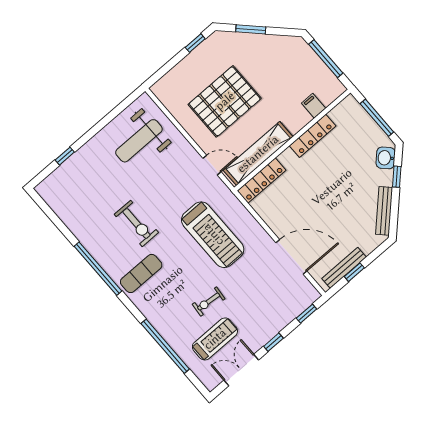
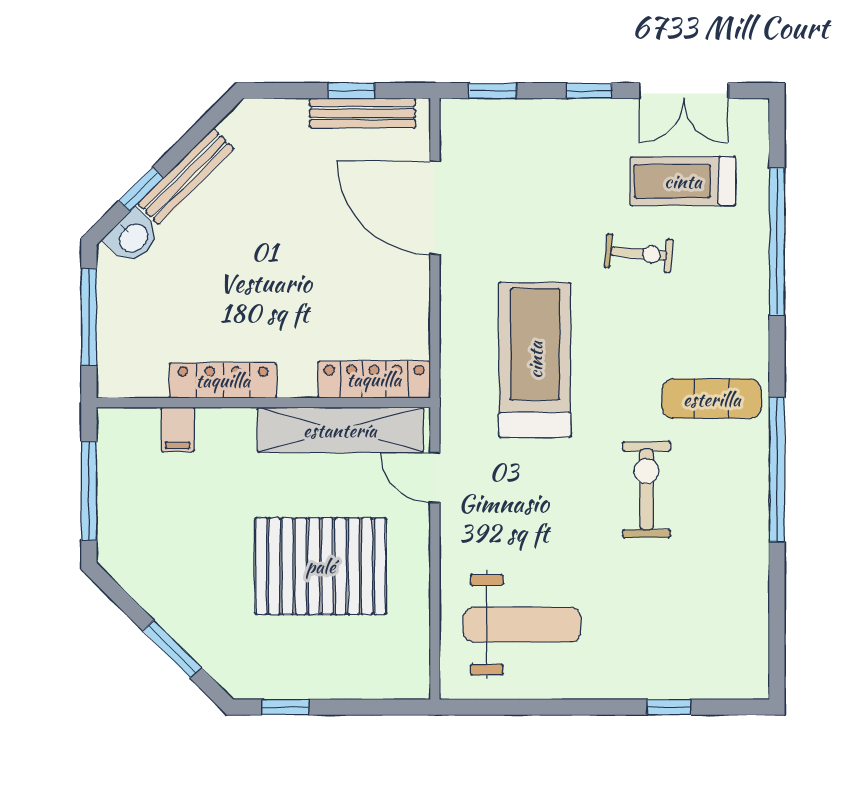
bench: (384, 211) -> (186, 176), moved

